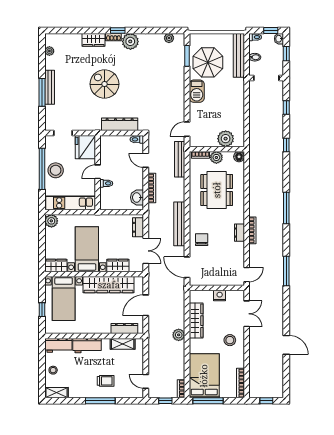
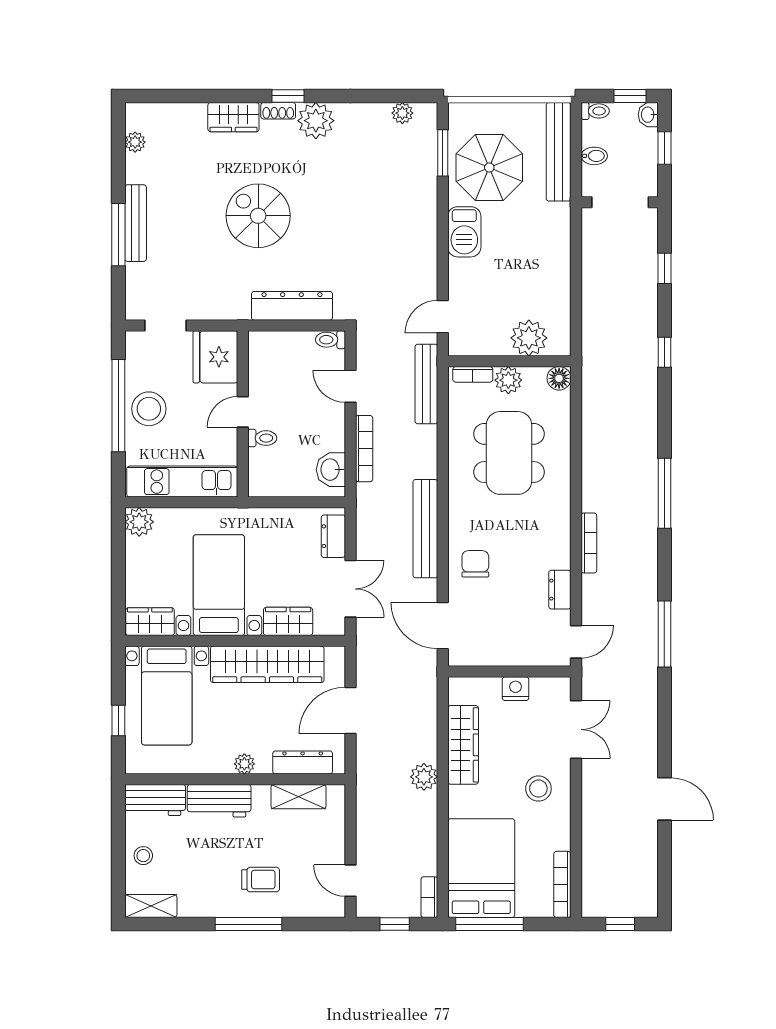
dresser: (239, 233) -> (560, 590), moved
plant: (98, 329) -> (244, 764), added

